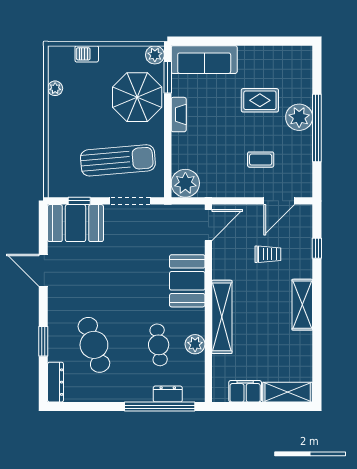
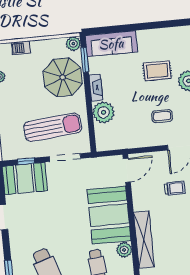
plant: (185, 183) -> (103, 112), moved
booth: (187, 281) -> (109, 215), width x1.36, depth x1.42
plant: (195, 344) -> (124, 250), moved

